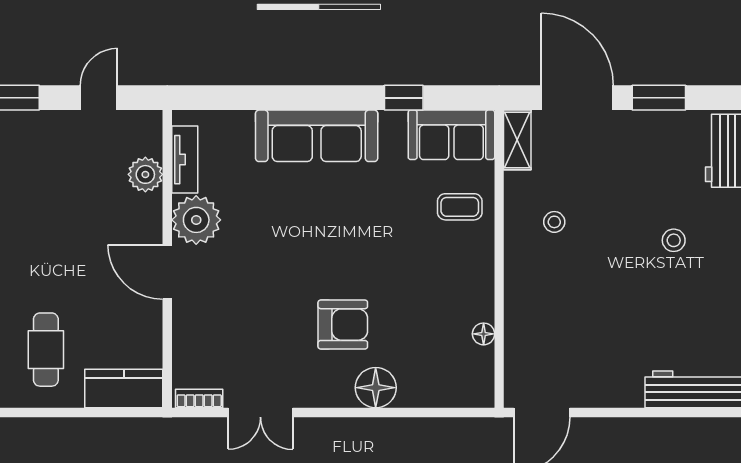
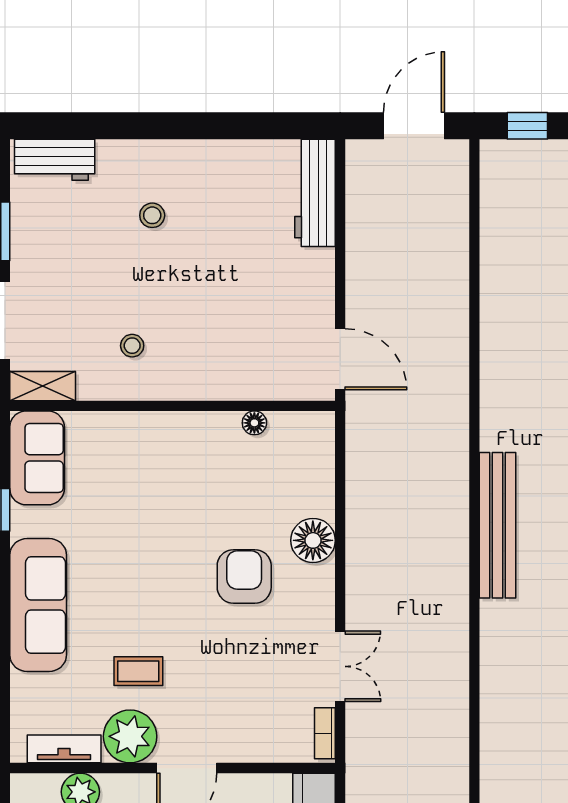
coffee table: (460, 207) -> (138, 671), moved, turned 90

